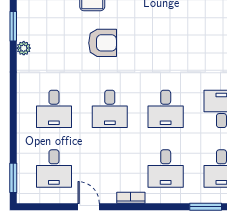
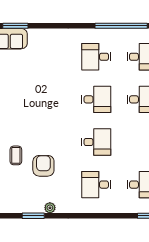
armchair: (103, 43) -> (43, 166), moved
desk: (54, 109) -> (96, 185), turned 180

